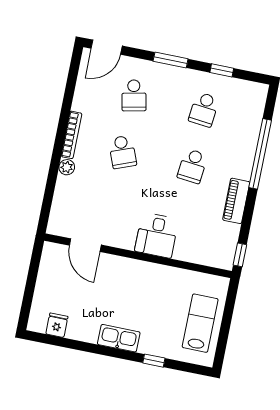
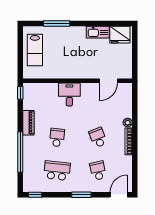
window: (222, 70) -> (35, 195), moved
school desk: (204, 110) -> (57, 171), width x1.85
door: (85, 245) -> (108, 81), swing flipped
fridge: (57, 325) -> (120, 35), width x1.88, depth x1.34
kitchen sink: (119, 338) -> (98, 32), moved
window: (154, 361) -> (57, 24), width x2.17

